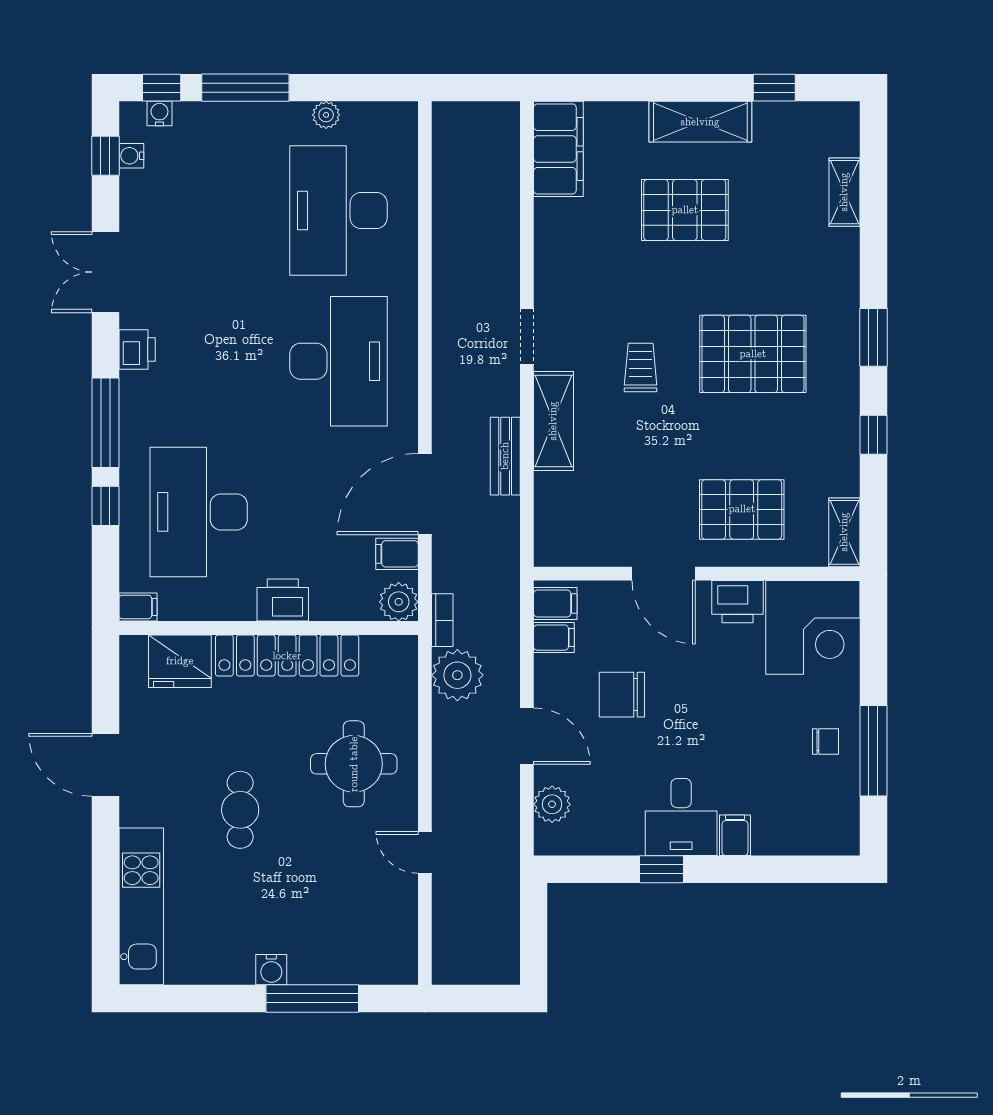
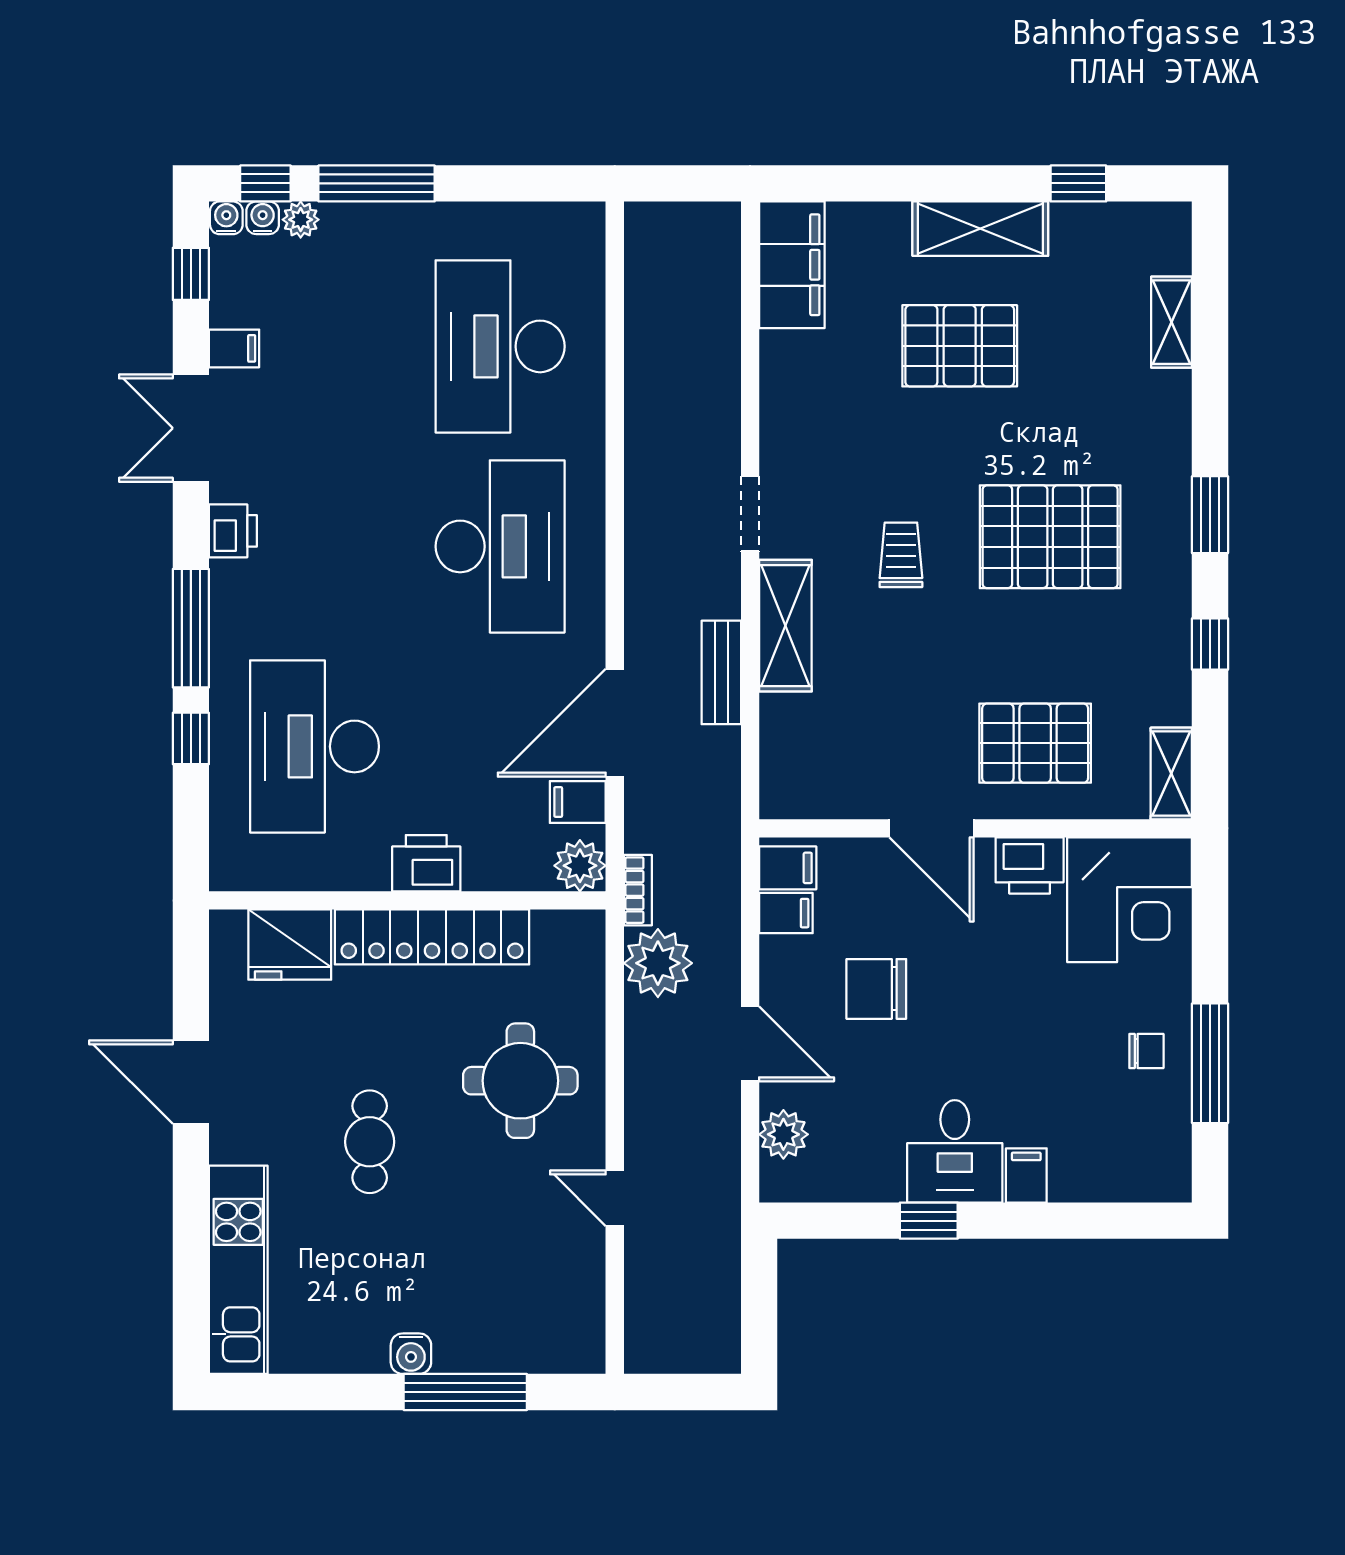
plant: (326, 115) -> (301, 220), moved
water cooler: (131, 156) -> (226, 218), moved, turned 90
filing cabinet: (138, 607) -> (234, 348), moved

